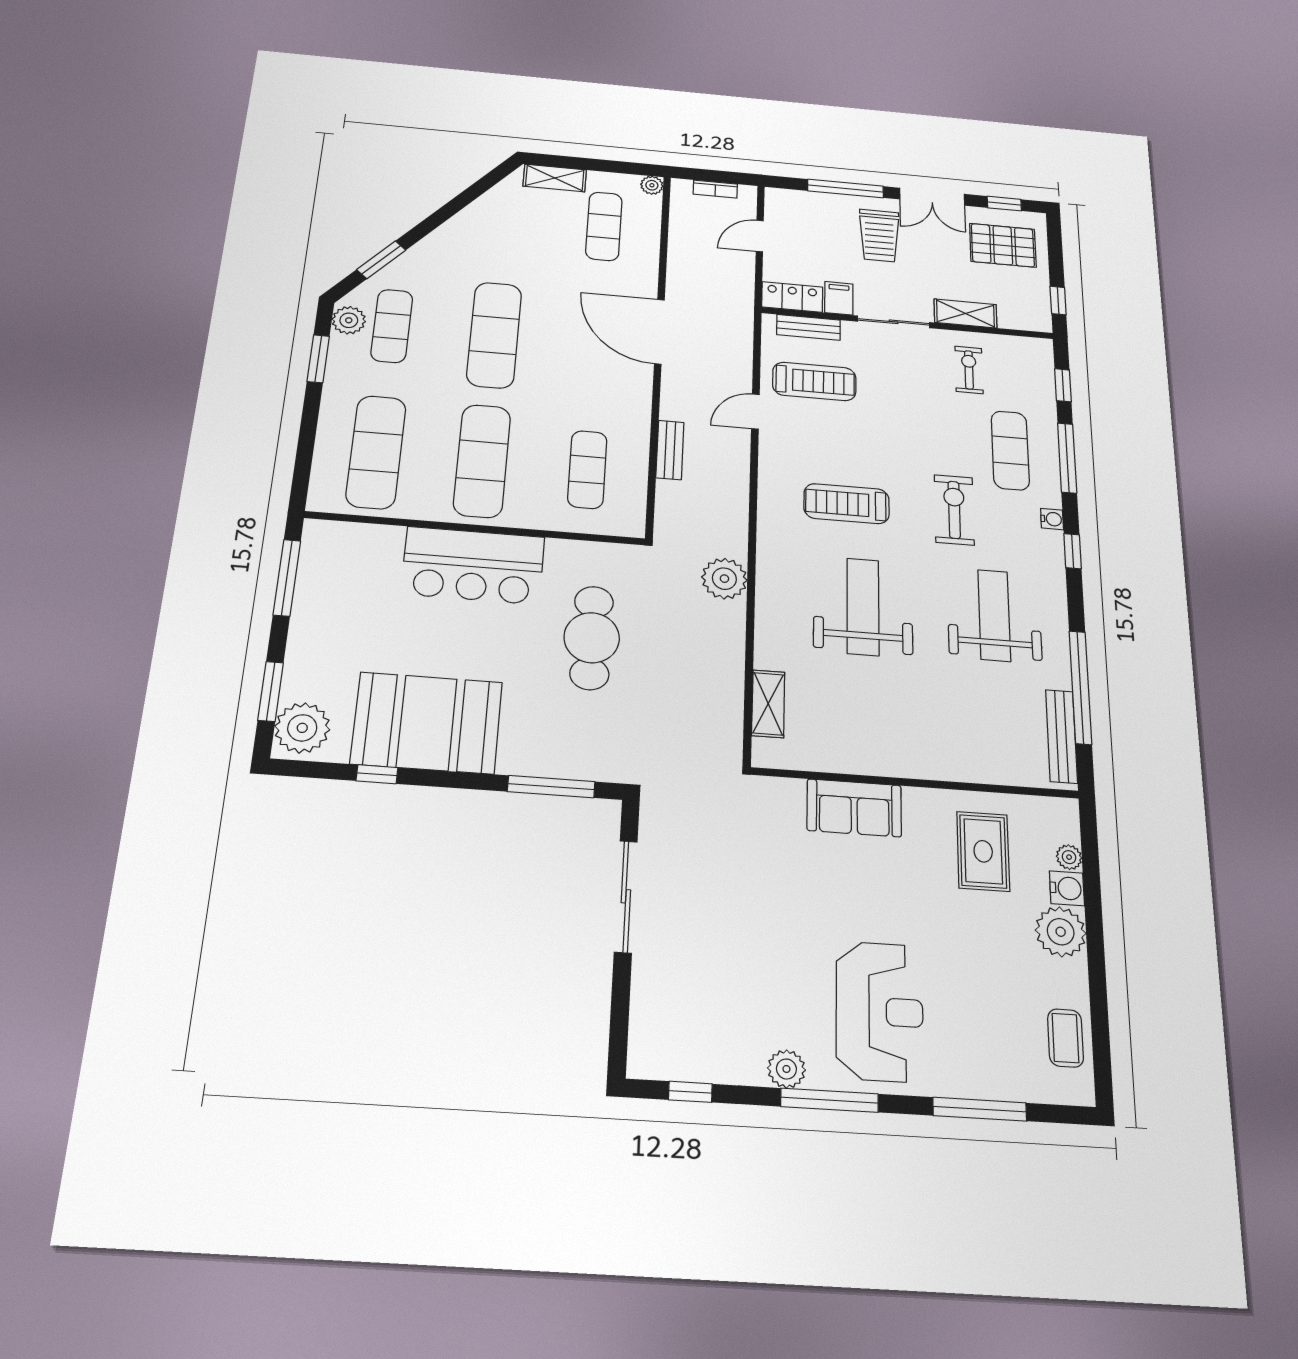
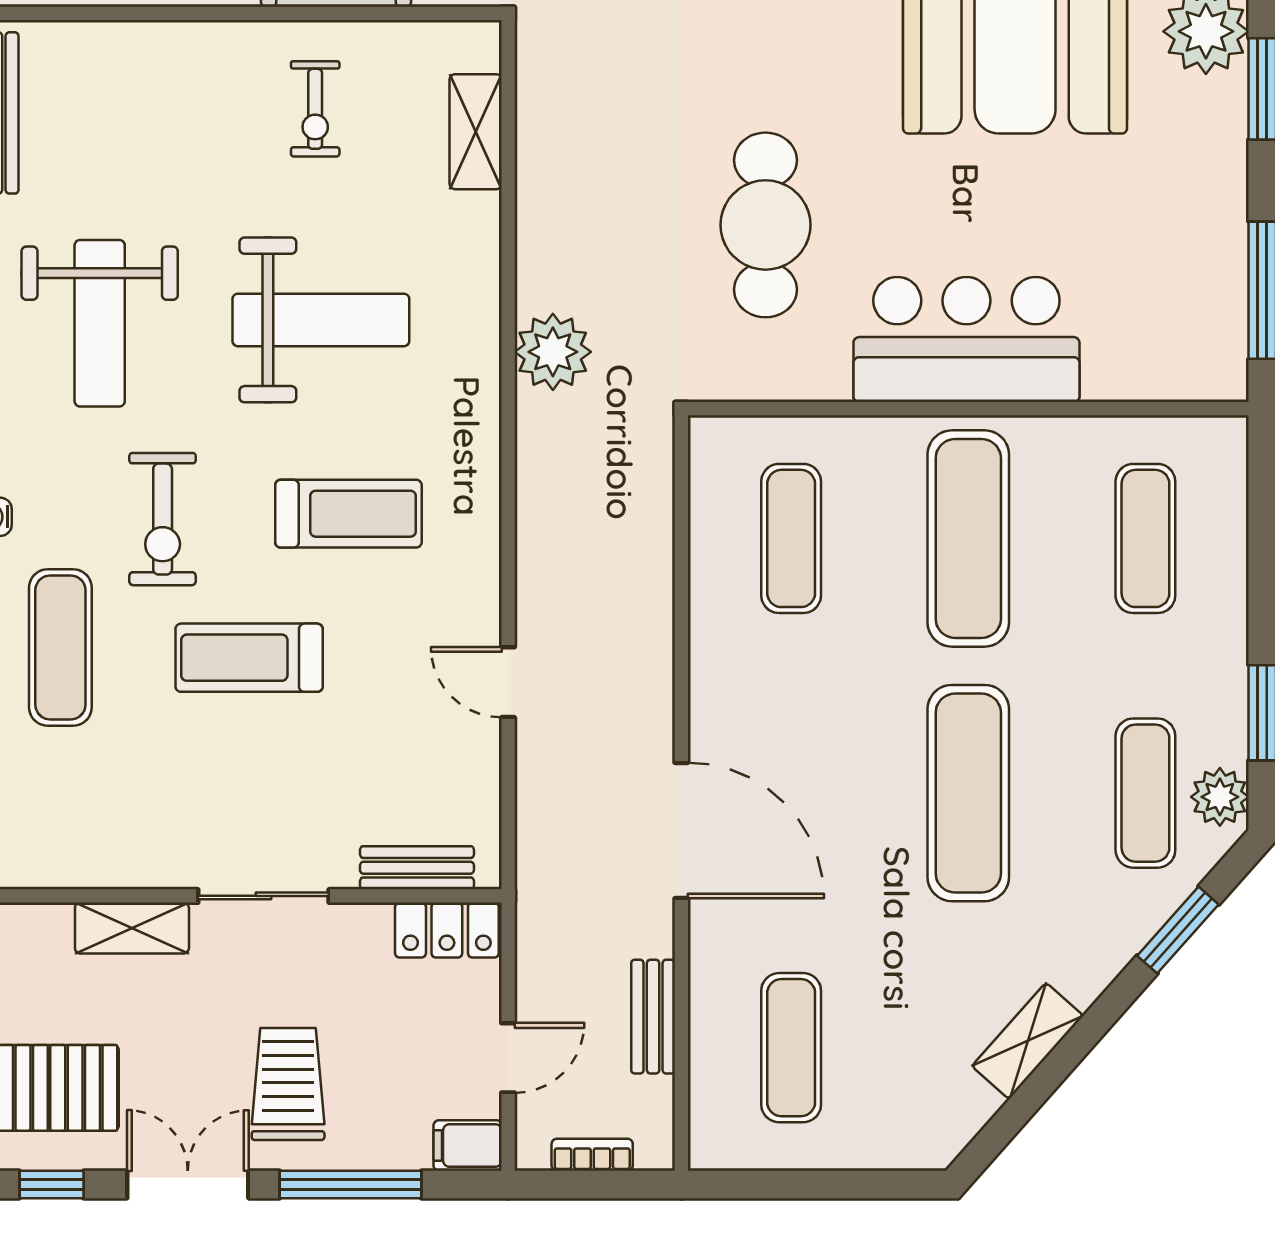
shelving: (555, 178) -> (1028, 1041), moved, turned -48
plant: (652, 185) -> (709, 1150), removed
filing cabinet: (839, 298) -> (468, 1146), moved, turned 90
exercise bike: (969, 370) -> (315, 109), moved
treadmill: (814, 381) -> (249, 658), moved
door: (755, 412) -> (508, 682), swing flipped
bench: (670, 450) -> (653, 1017), moved
exercise mat: (376, 452) -> (1145, 538), width x0.73, depth x0.69
weight bench: (863, 607) -> (321, 320), turned -90

